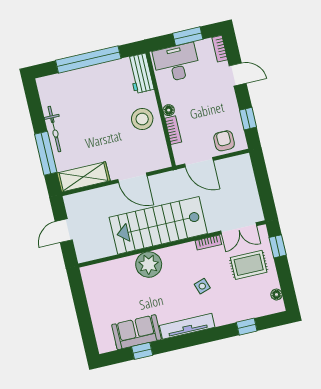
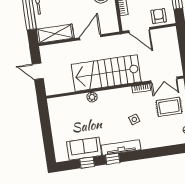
door: (132, 178) -> (90, 37), swing flipped
door: (64, 231) -> (38, 71), hinge flipped
plant: (149, 264) -> (92, 97), width x0.53, depth x0.53
window: (247, 327) -> (113, 159), moved

